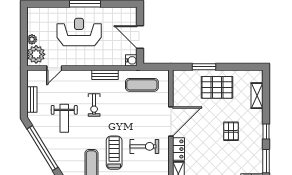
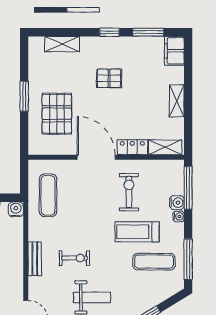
window: (204, 67) -> (24, 96), moved
bench: (105, 75) -> (35, 259), moved
pallet: (217, 87) -> (57, 114), moved

